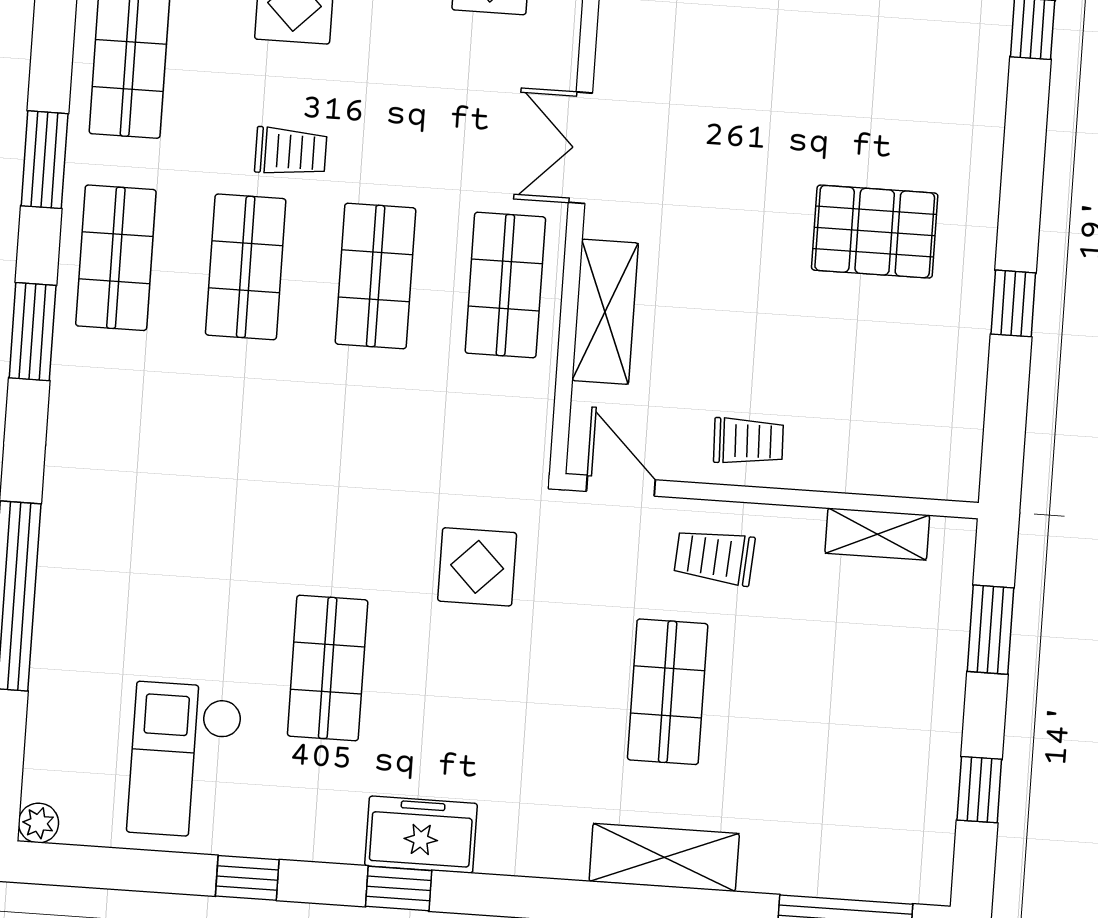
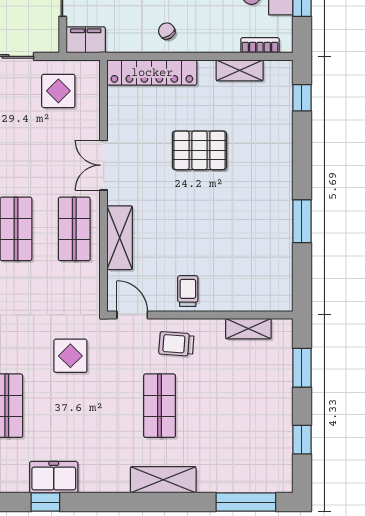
pallet: (875, 232) -> (199, 150), moved
window: (1013, 303) -> (302, 221), width x1.50
trolley: (748, 441) -> (188, 291), turned -88

